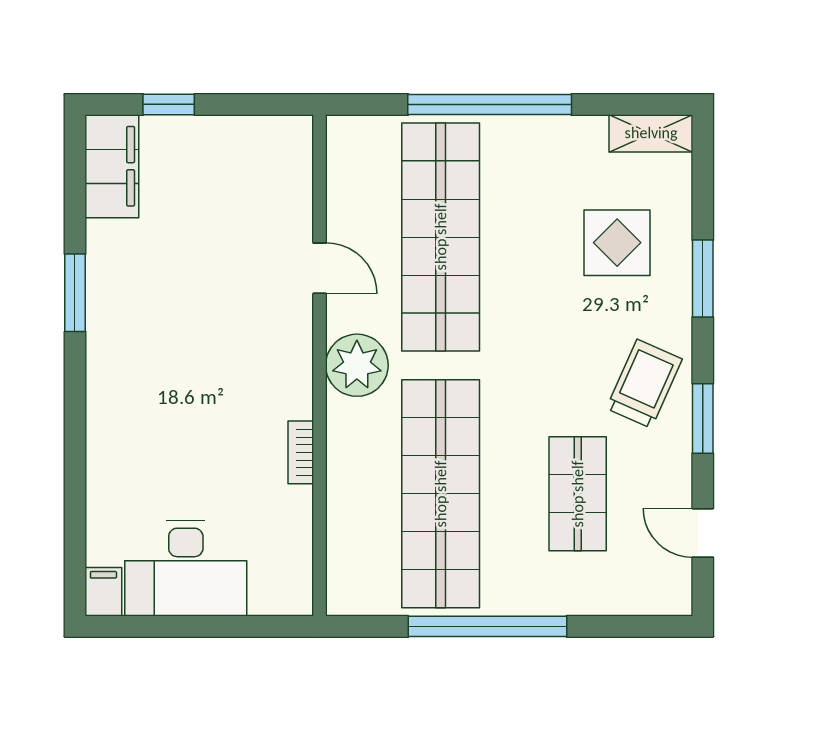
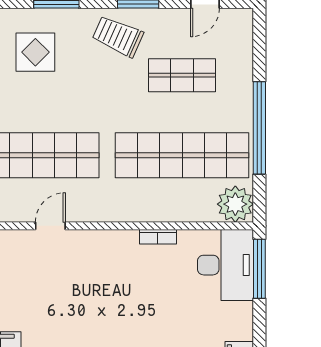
plant: (357, 365) -> (235, 204), moved
desk: (186, 568) -> (226, 265), moved
window: (246, 626) -> (259, 269), added

